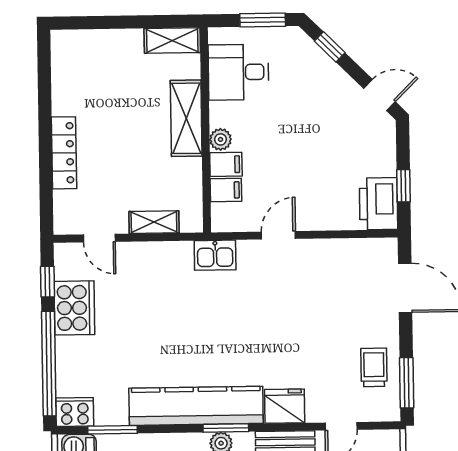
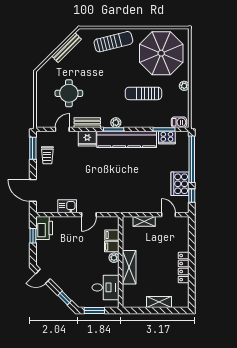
shelving: (172, 40) -> (159, 302), moved
locker: (64, 153) -> (184, 268), moved
kitchen sink: (215, 255) -> (67, 206), moved
cooker: (75, 412) -> (167, 138), moved

